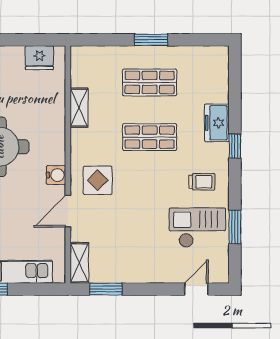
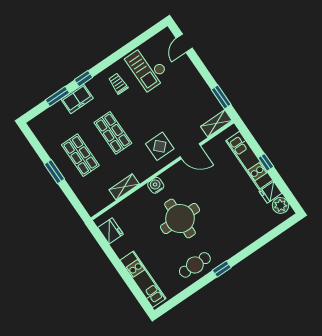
water cooler: (56, 175) -> (156, 185), moved
window: (235, 227) -> (57, 96), moved
door: (196, 289) -> (184, 43), hinge flipped

